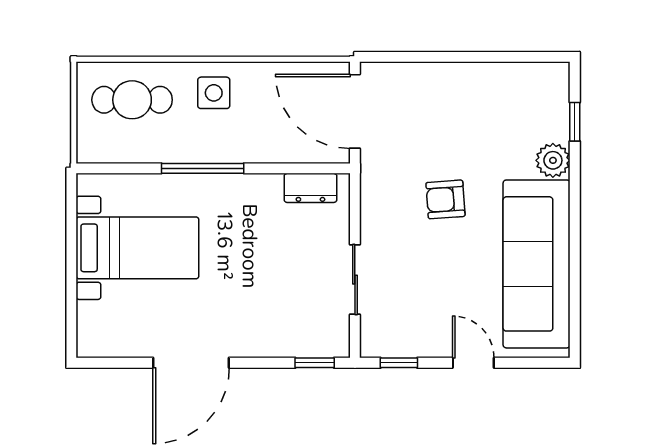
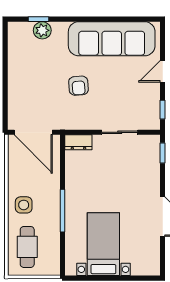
door: (355, 111) -> (33, 132), hinge flipped
plant: (553, 160) -> (42, 30), moved
dresser: (310, 188) -> (78, 142), moved, turned 90

